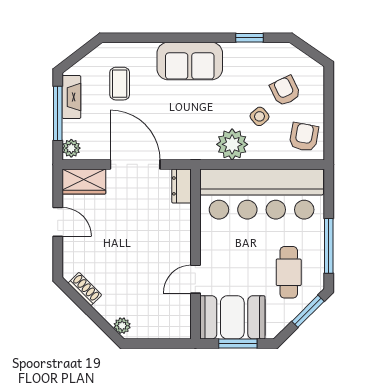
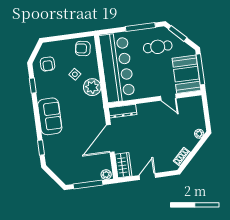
window: (136, 38) -> (41, 148), added
coffee table: (120, 84) -> (67, 153), removed
armchair: (285, 91) -> (48, 64), moved, turned -64
fireplace: (71, 97) -> (78, 178), removed
dresser: (181, 186) -> (123, 111), width x1.44
window: (238, 344) -> (200, 69), width x1.44

